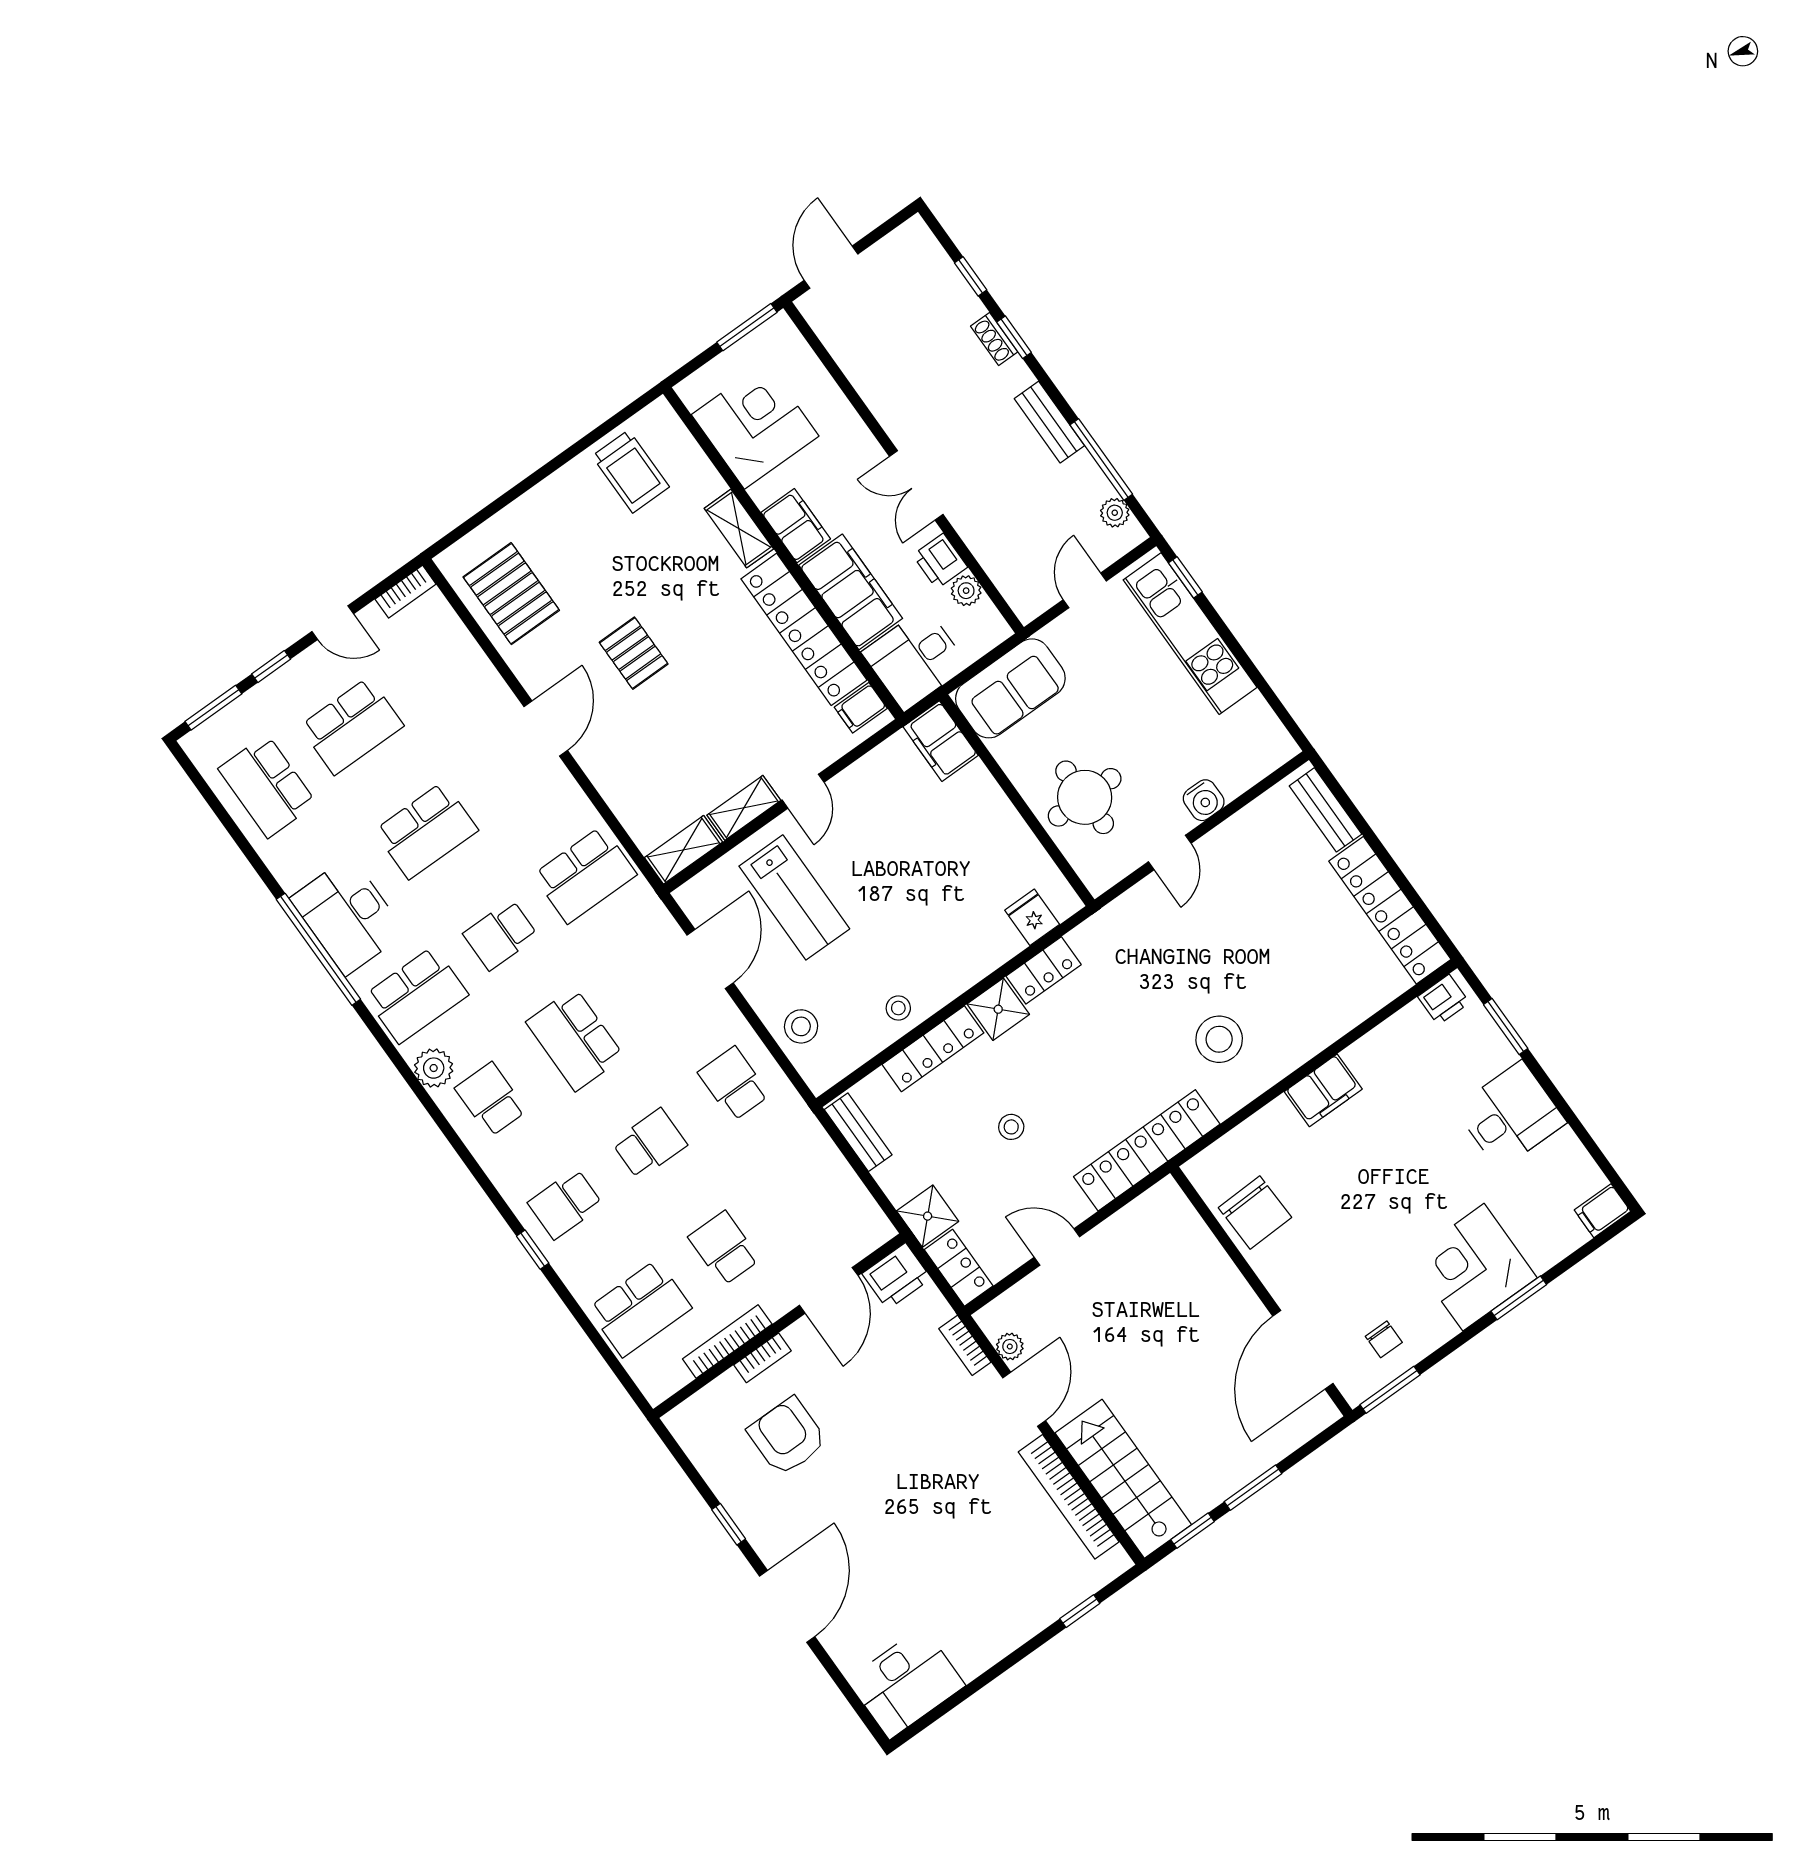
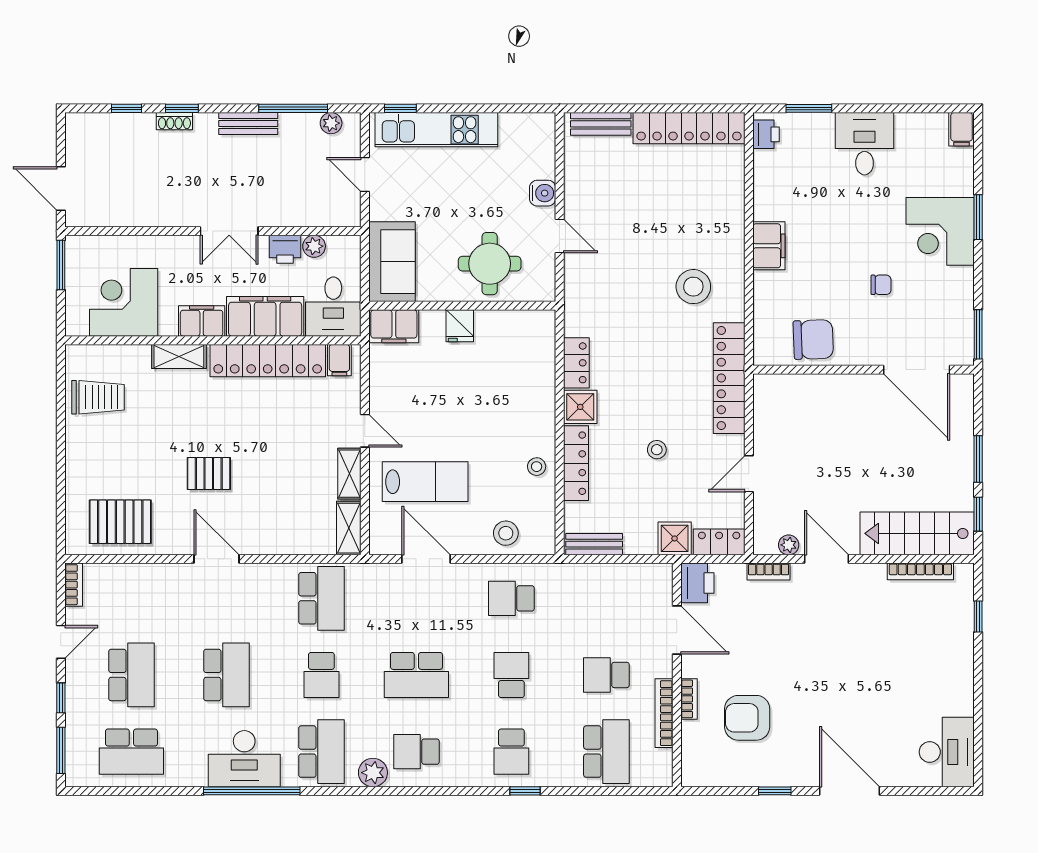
fridge: (1032, 917) -> (460, 326), moved, turned -90
chair: (1384, 1339) -> (881, 285), moved
bookcase: (1069, 1497) -> (920, 571), width x0.68, depth x0.76

